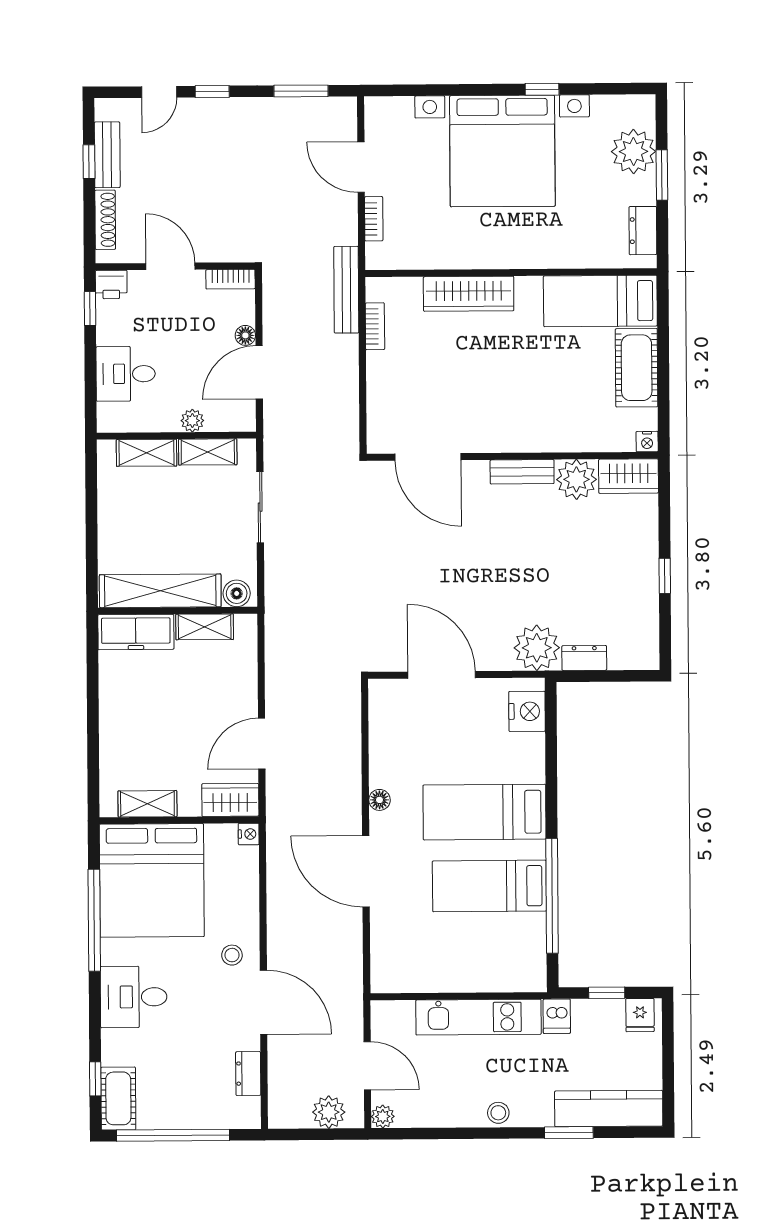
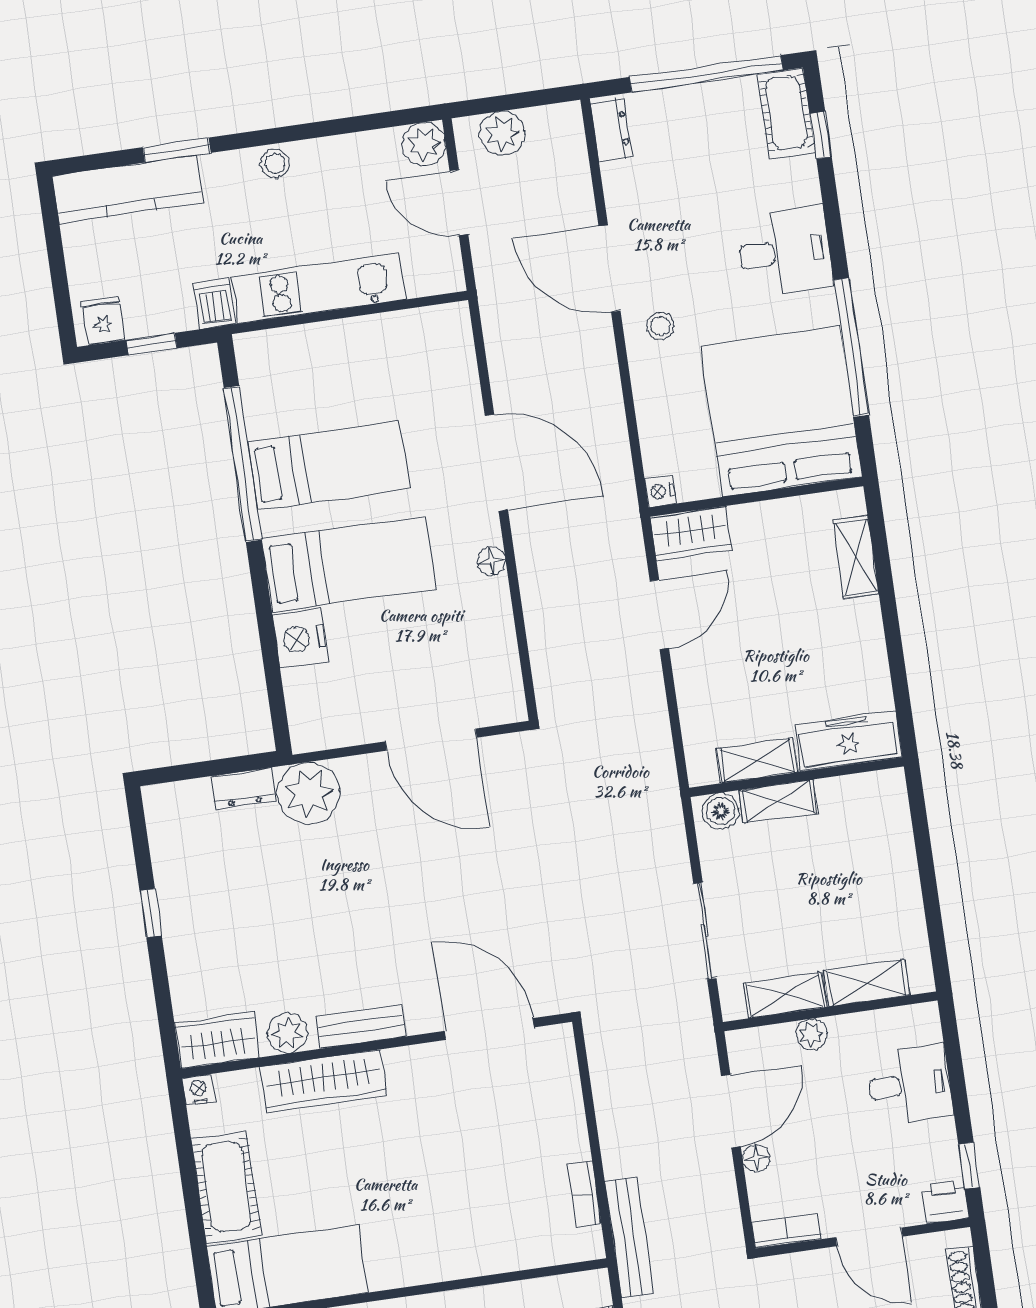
wardrobe: (469, 294) -> (324, 1081), moved, turned 180
plant: (576, 479) -> (287, 1033), width x0.73, depth x0.73
shelving: (160, 591) -> (778, 801), width x0.45, depth x0.75
nightstand: (527, 711) -> (300, 639), moved
shelving: (147, 804) -> (856, 557), moved, turned 90
dresser: (248, 1074) -> (611, 130), moved
plant: (383, 1116) -> (424, 144), width x1.38, depth x1.38

